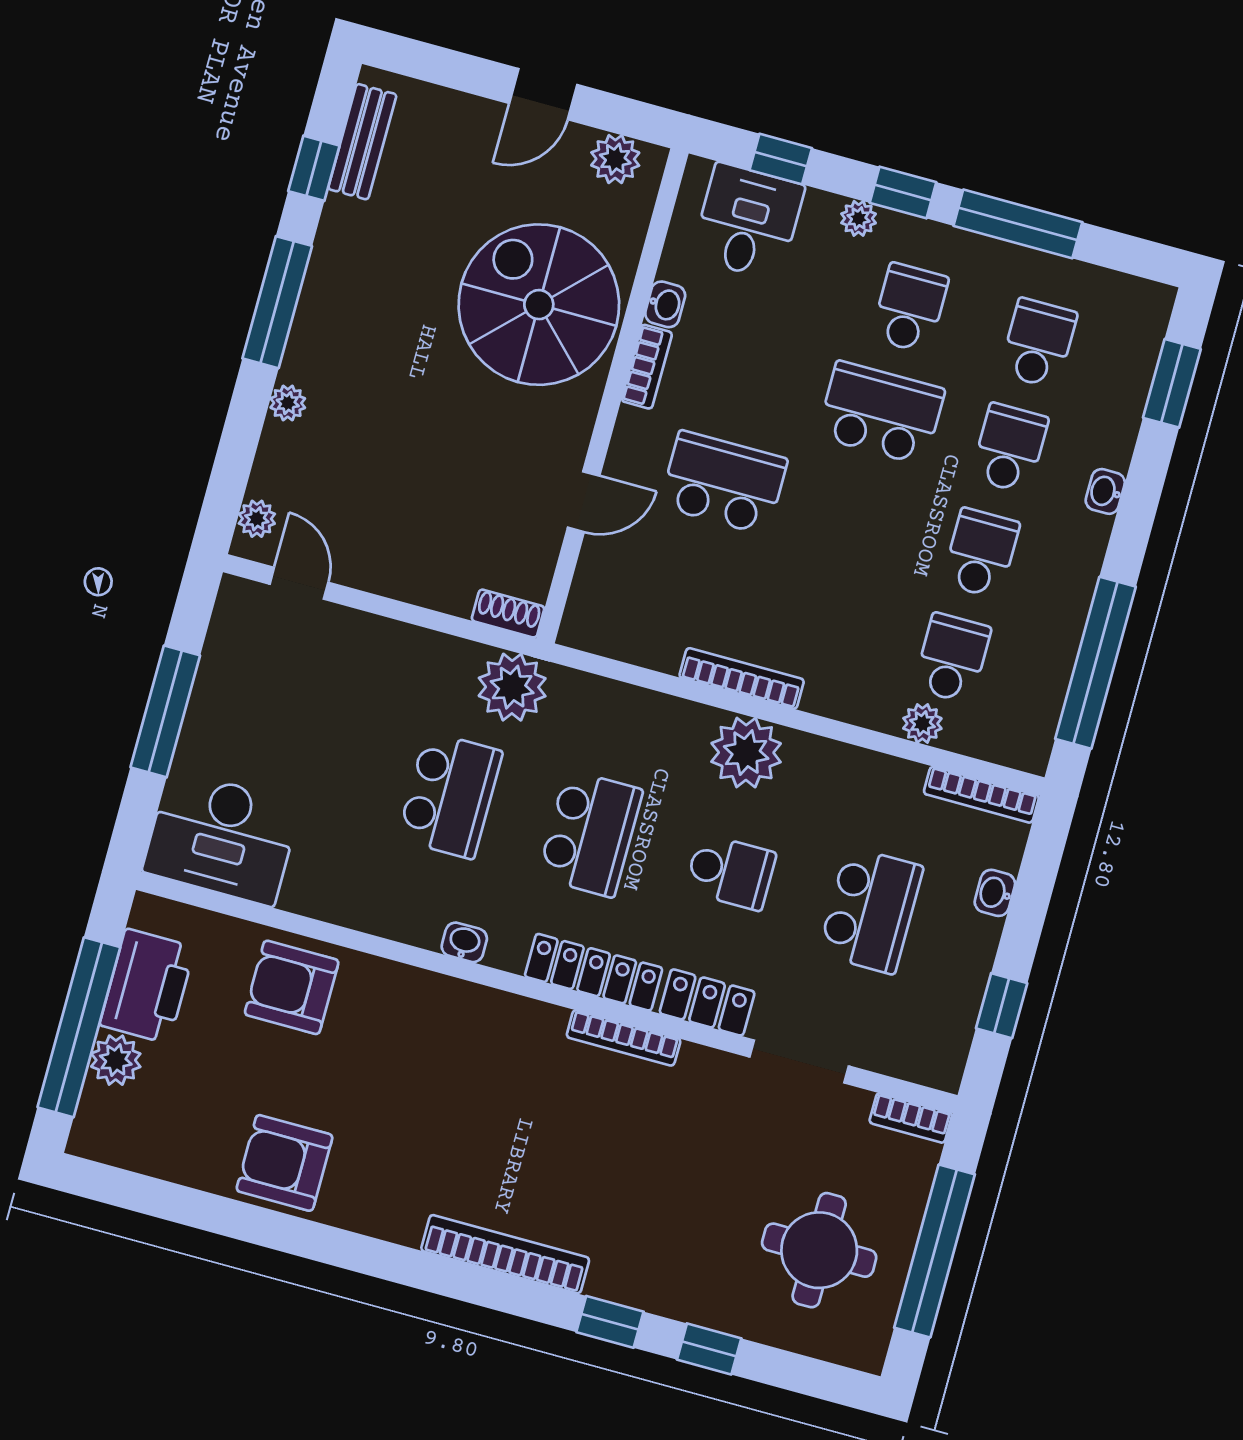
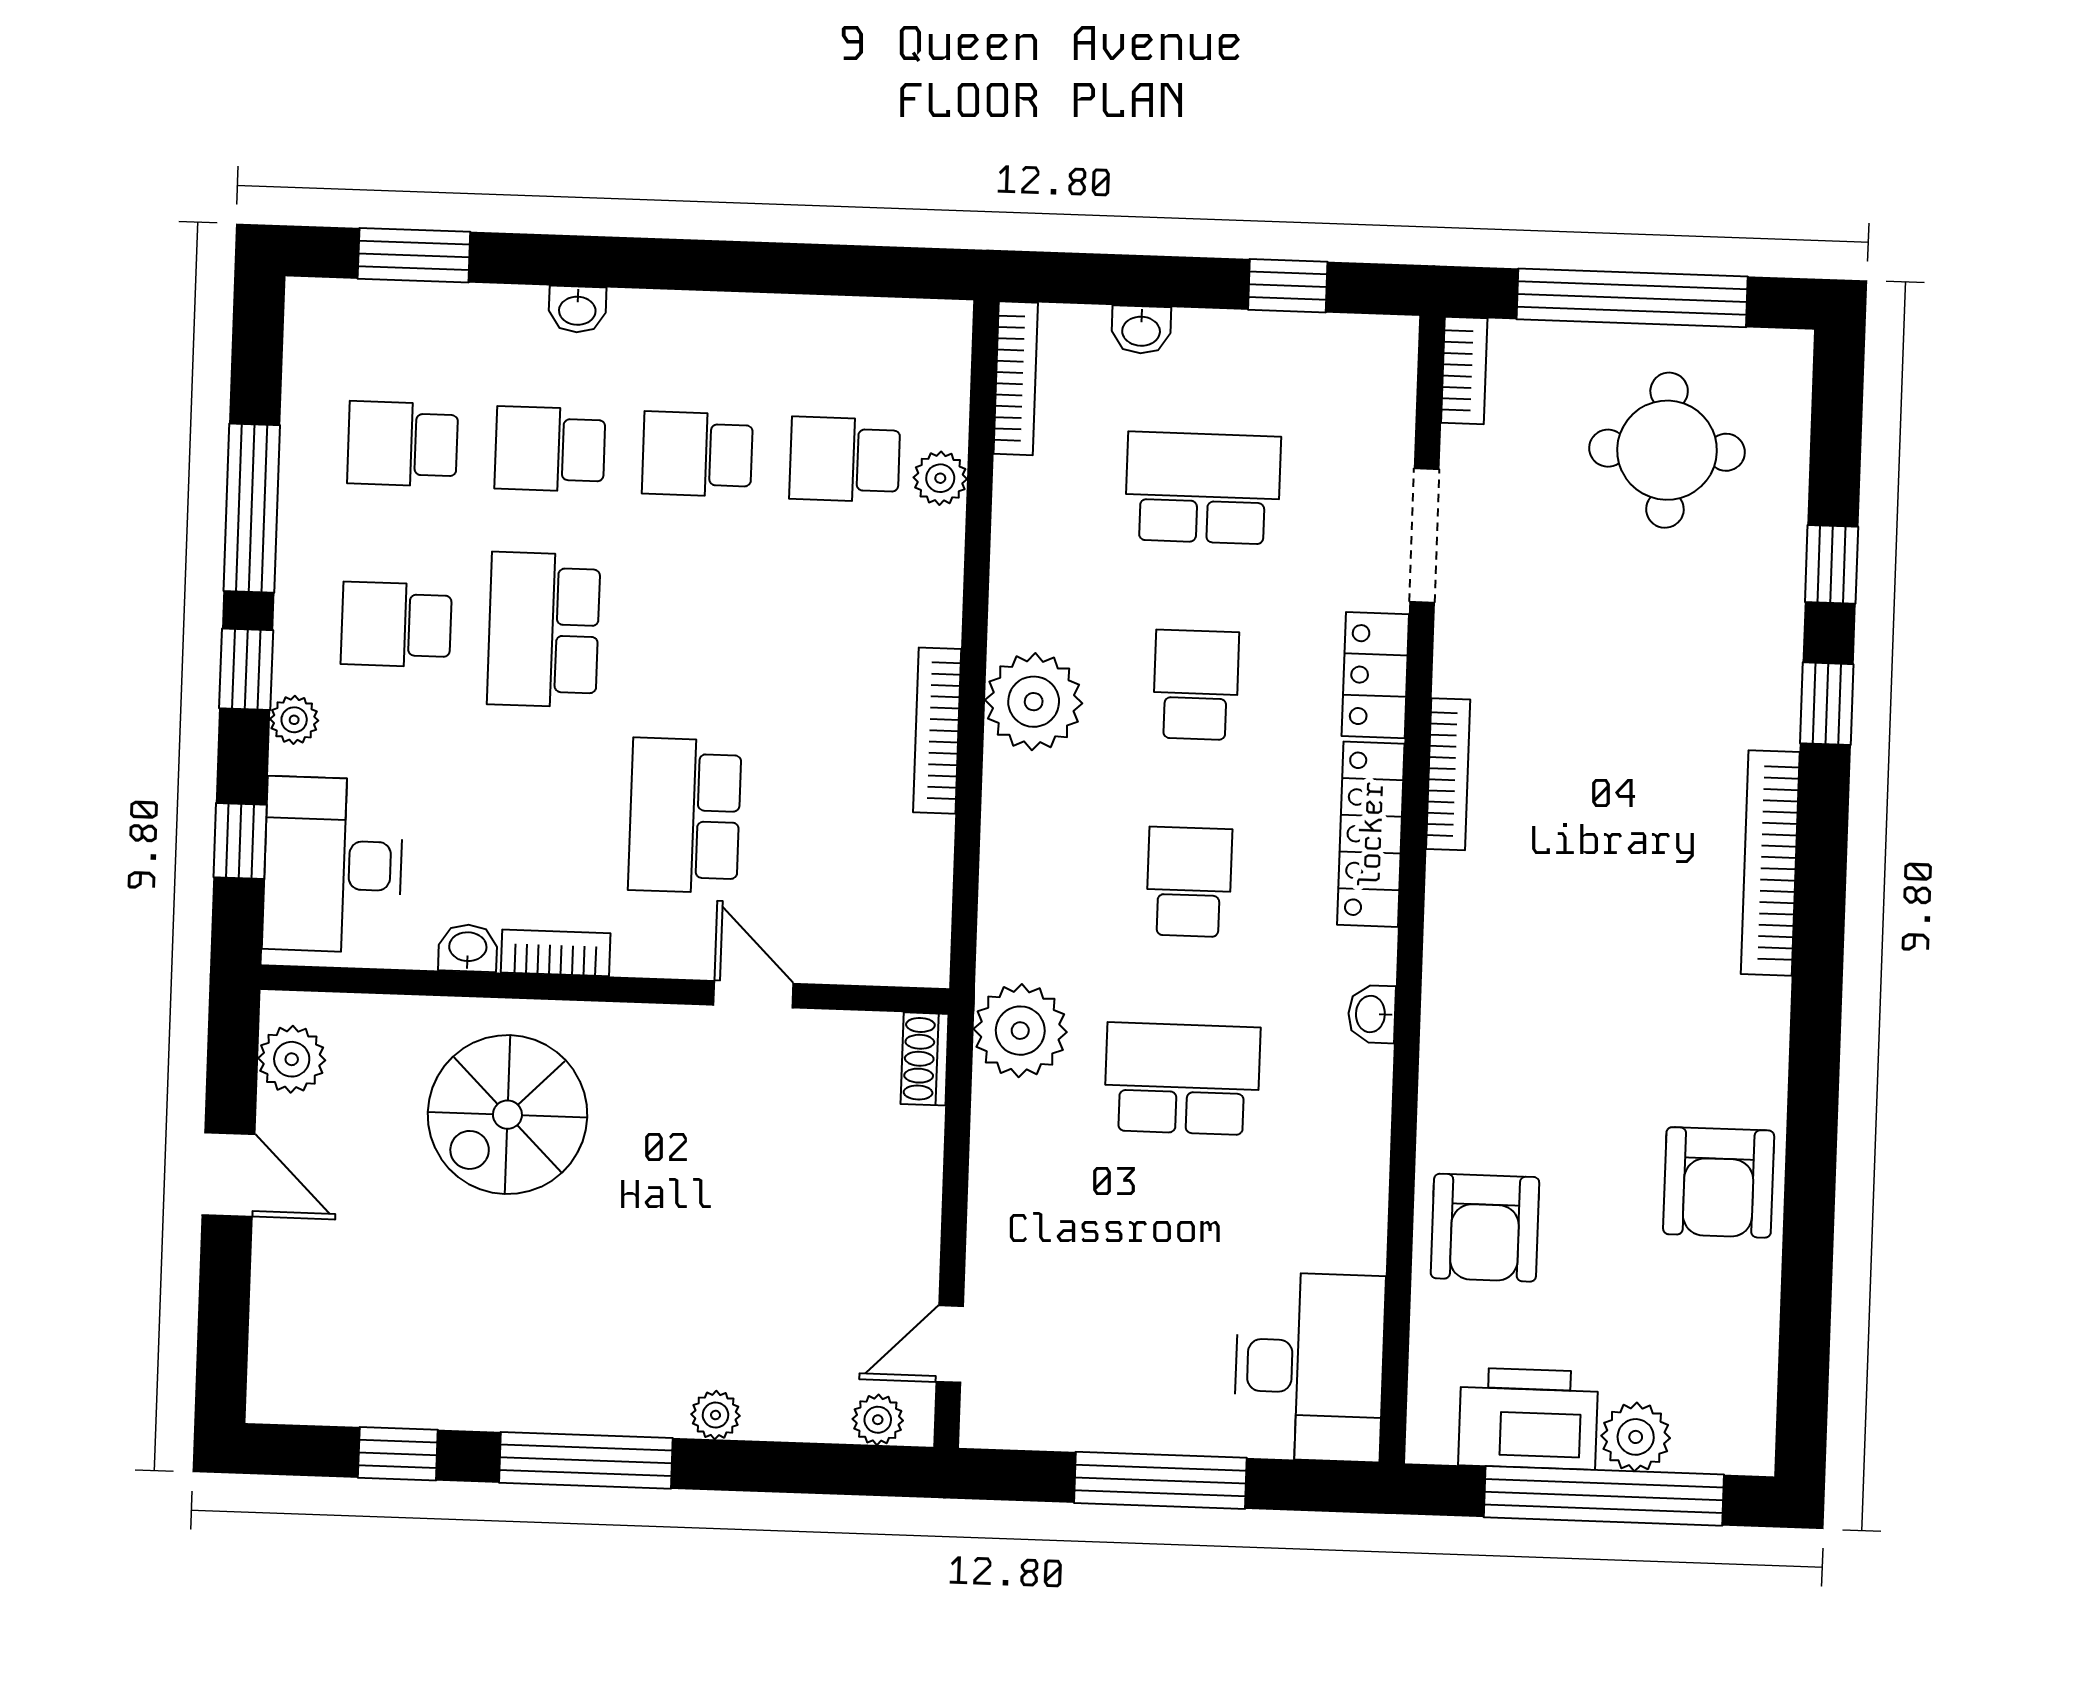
bench: (362, 142) -> (348, 1398), removed
desk: (748, 222) -> (333, 865), width x1.37
spiral stairs: (539, 305) -> (507, 1115), width x0.73, depth x0.73
window: (1095, 663) -> (806, 269), removed
school desk: (590, 834) -> (1189, 882), width x0.54

